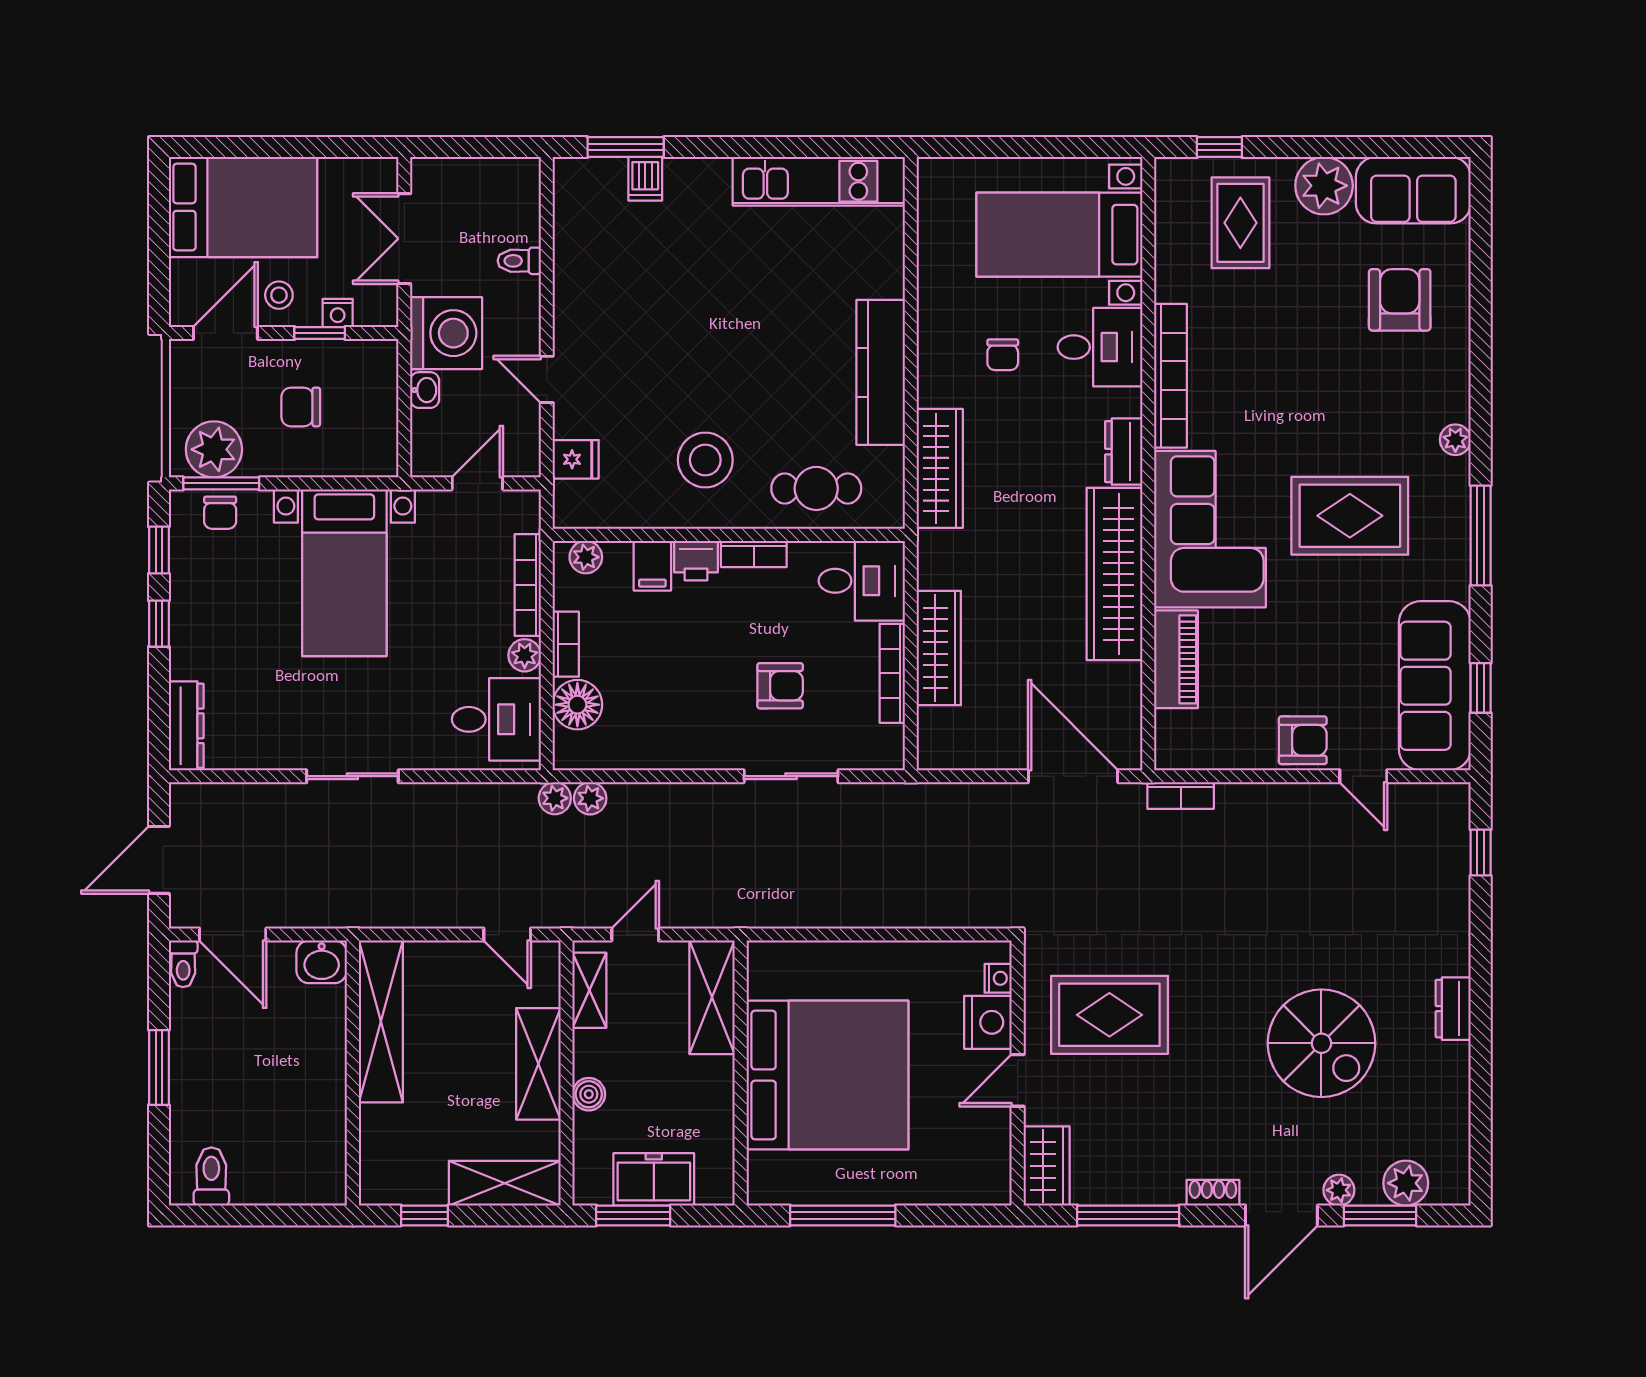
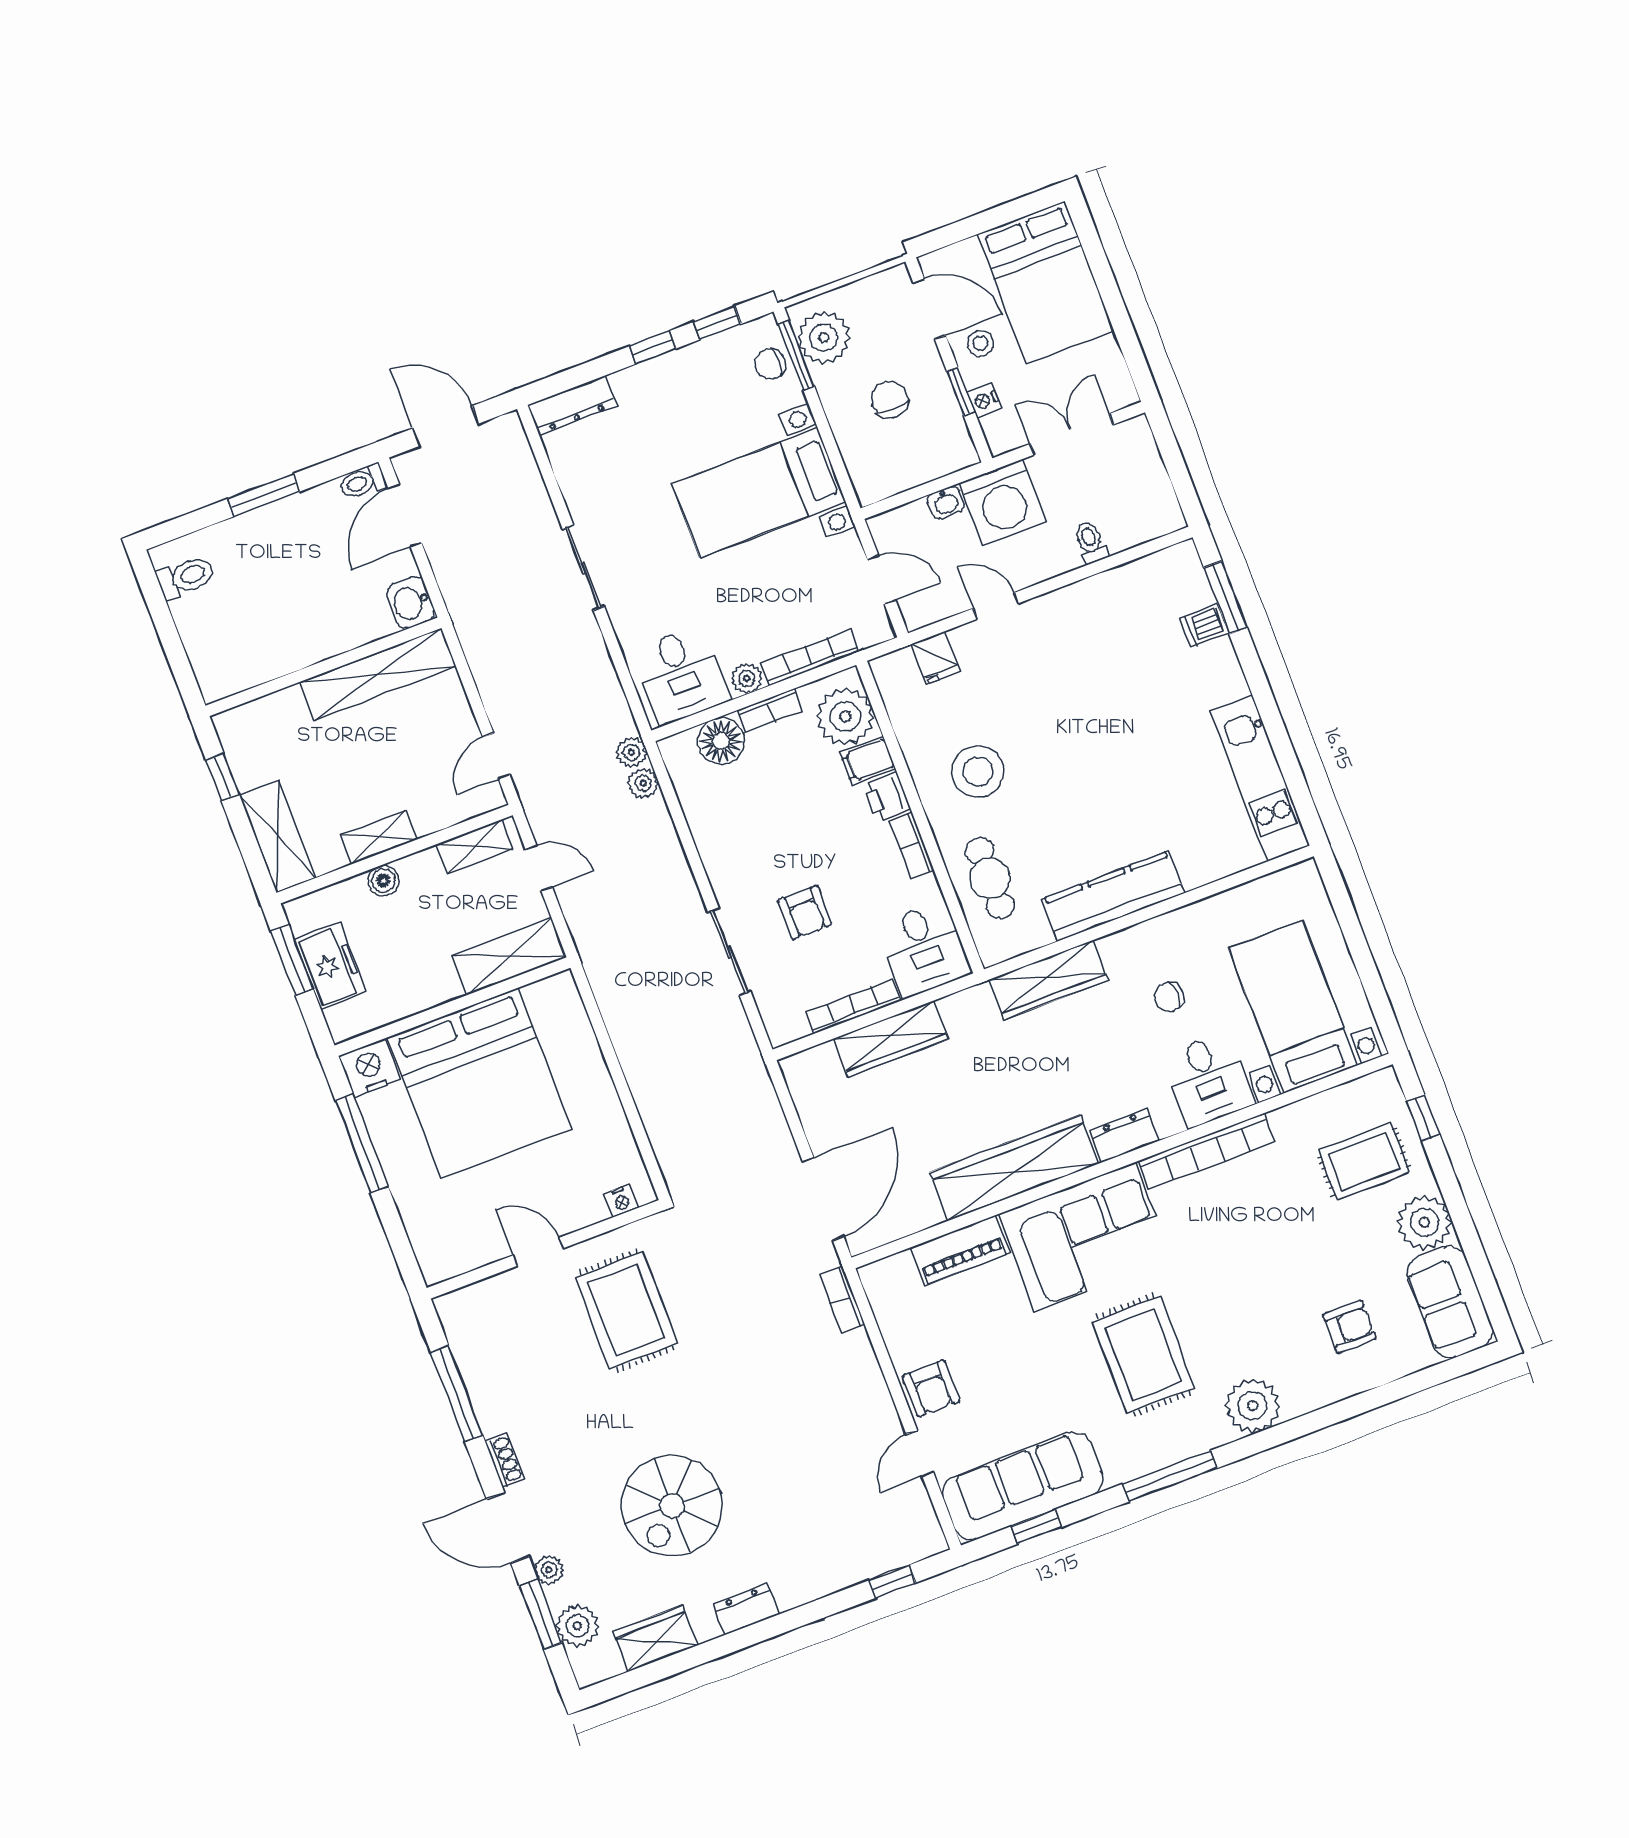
armchair: (1400, 300) -> (1349, 1327), width x0.72, depth x0.72
door: (547, 379) -> (996, 606), hinge flipped
plant: (1455, 440) -> (1253, 1406), width x1.88, depth x1.88
plant: (586, 557) -> (845, 716), width x1.87, depth x1.87
nightstand: (988, 1022) -> (369, 1068), moved, turned 180
shelving: (538, 1064) -> (379, 837), width x0.67, depth x0.75
wardrobe: (1047, 1166) -> (655, 1639), moved, turned 180

